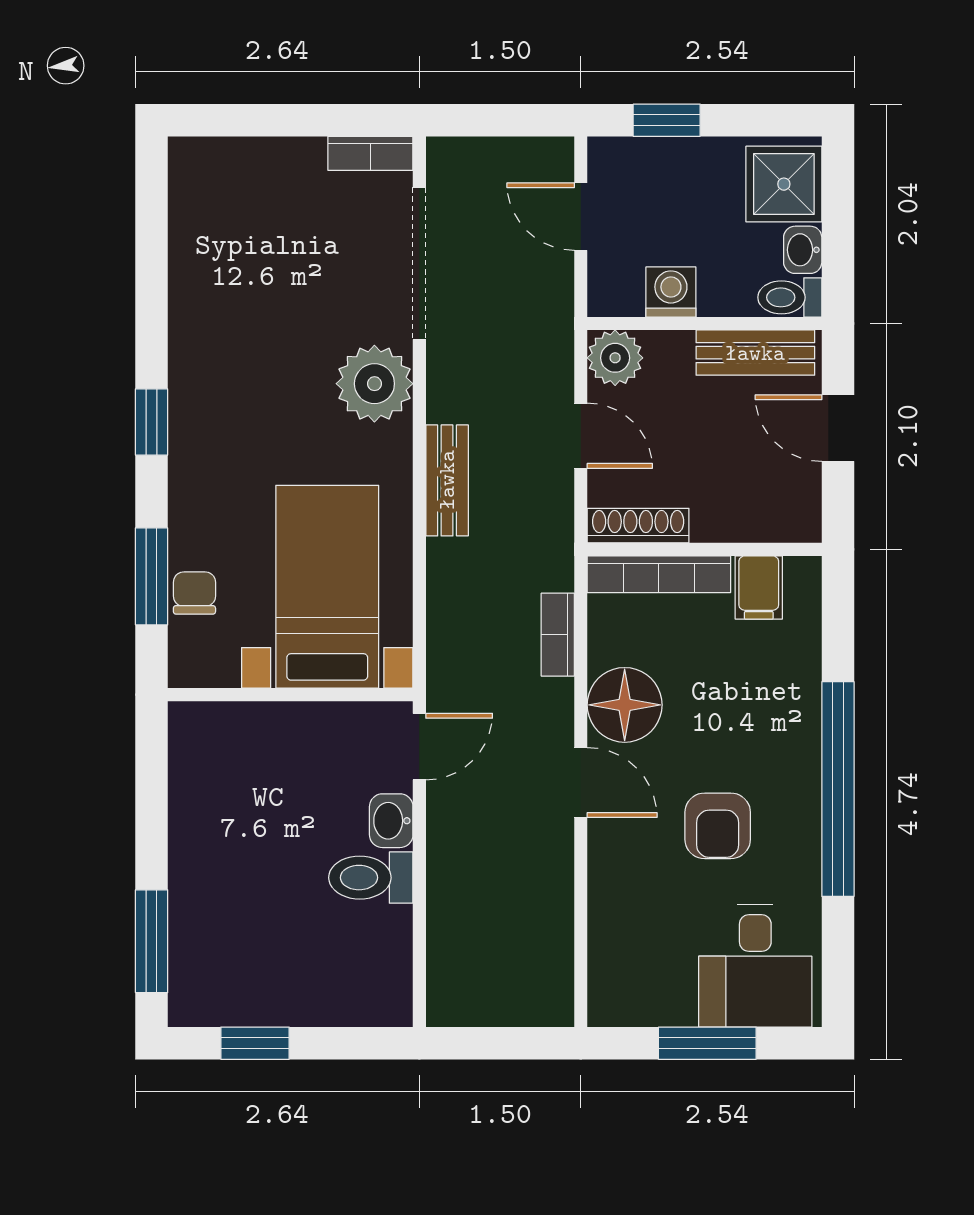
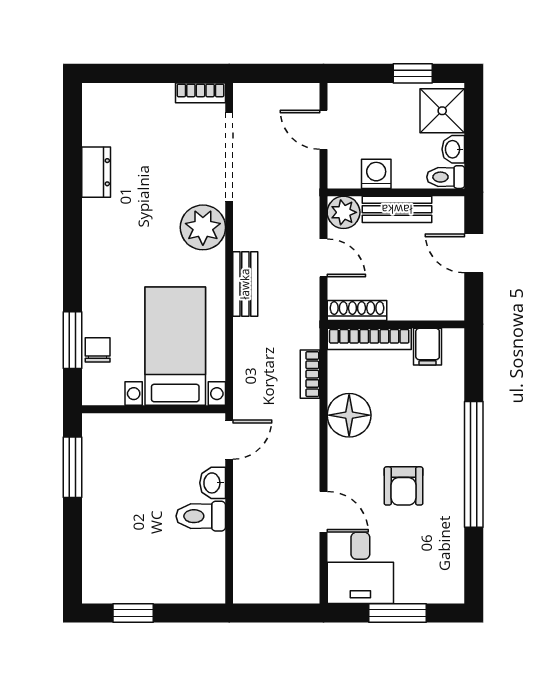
window: (667, 120) -> (413, 73), moved
dresser: (192, 289) -> (96, 172), added
bench: (755, 353) -> (397, 209), moved
window: (152, 422) -> (73, 250), removed
door: (581, 783) -> (323, 512), moved
window: (152, 941) -> (73, 467), moved
desk: (755, 966) -> (360, 568), moved

